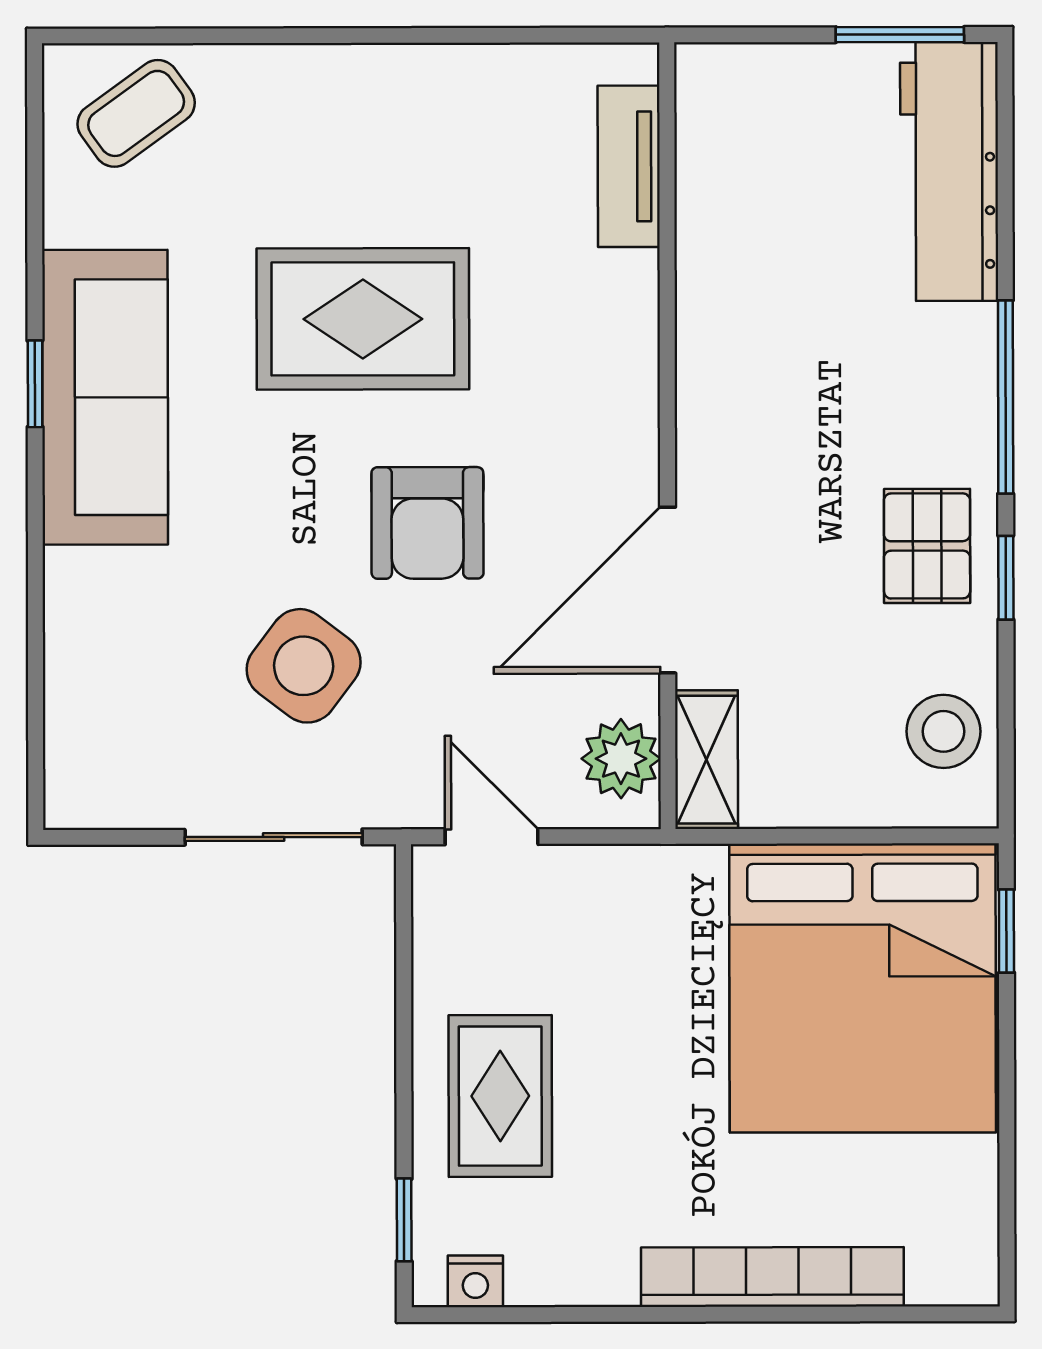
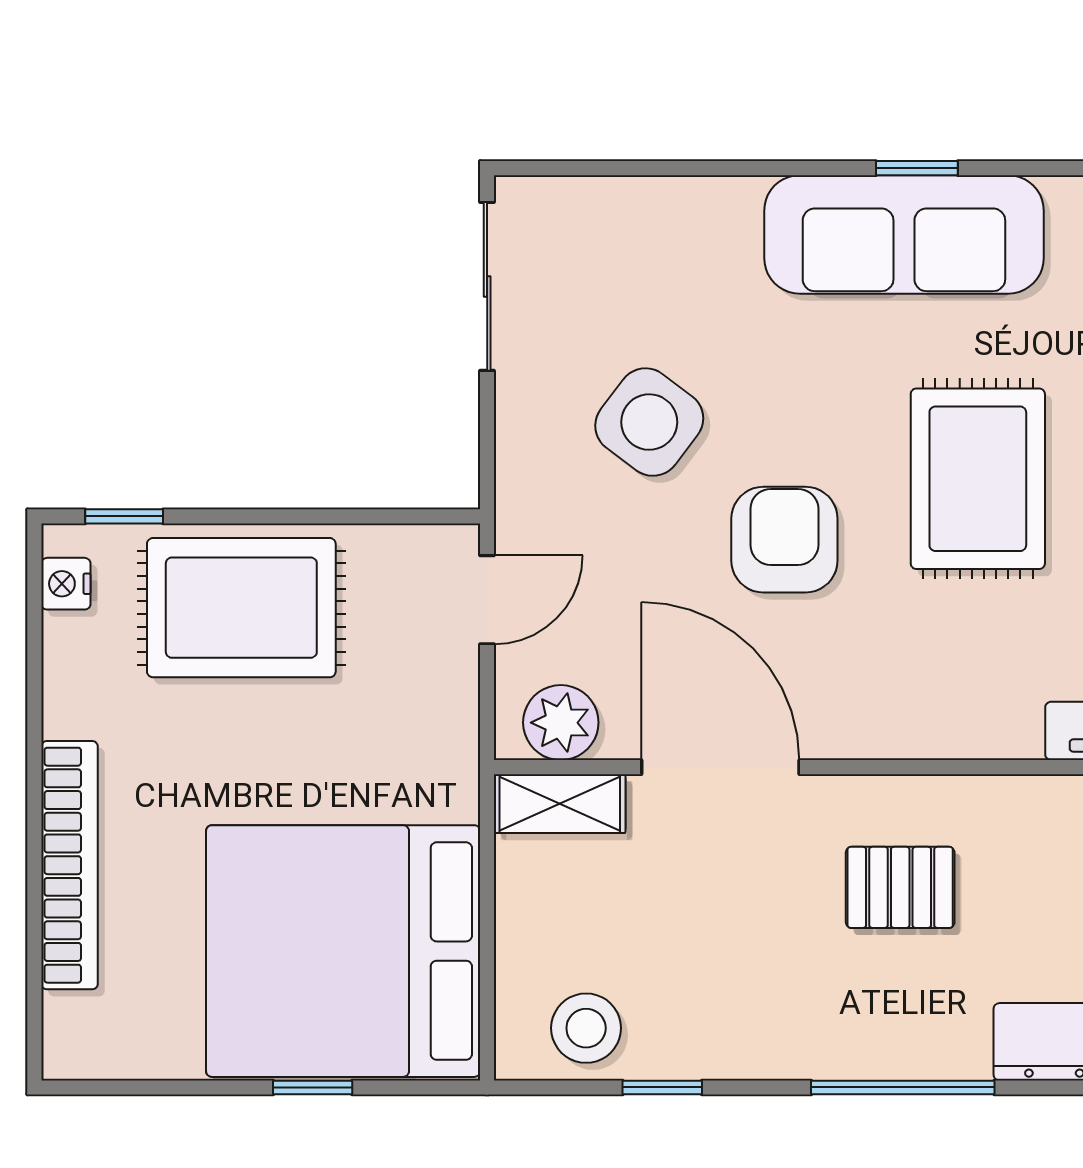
armchair: (427, 523) -> (784, 540), turned 90
pallet: (927, 546) -> (900, 887), moved
window: (1006, 578) -> (662, 1087), moved
sliding door: (274, 837) -> (487, 286), moved
window: (1006, 931) -> (313, 1087), moved
rug: (500, 1096) -> (241, 608), width x1.36, depth x1.43

